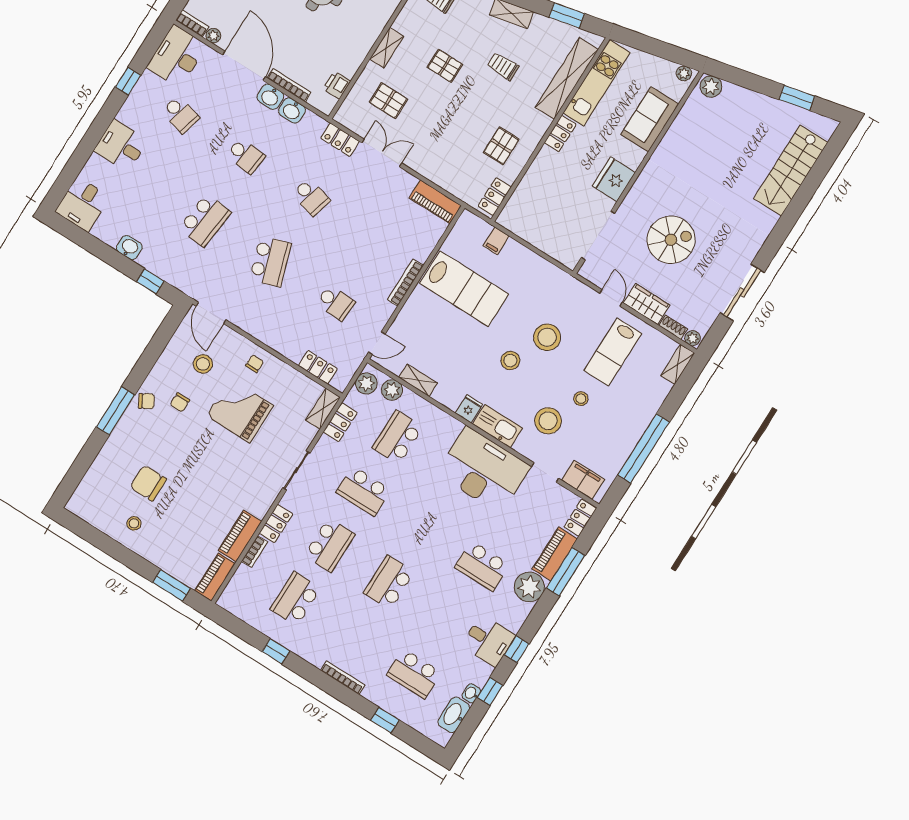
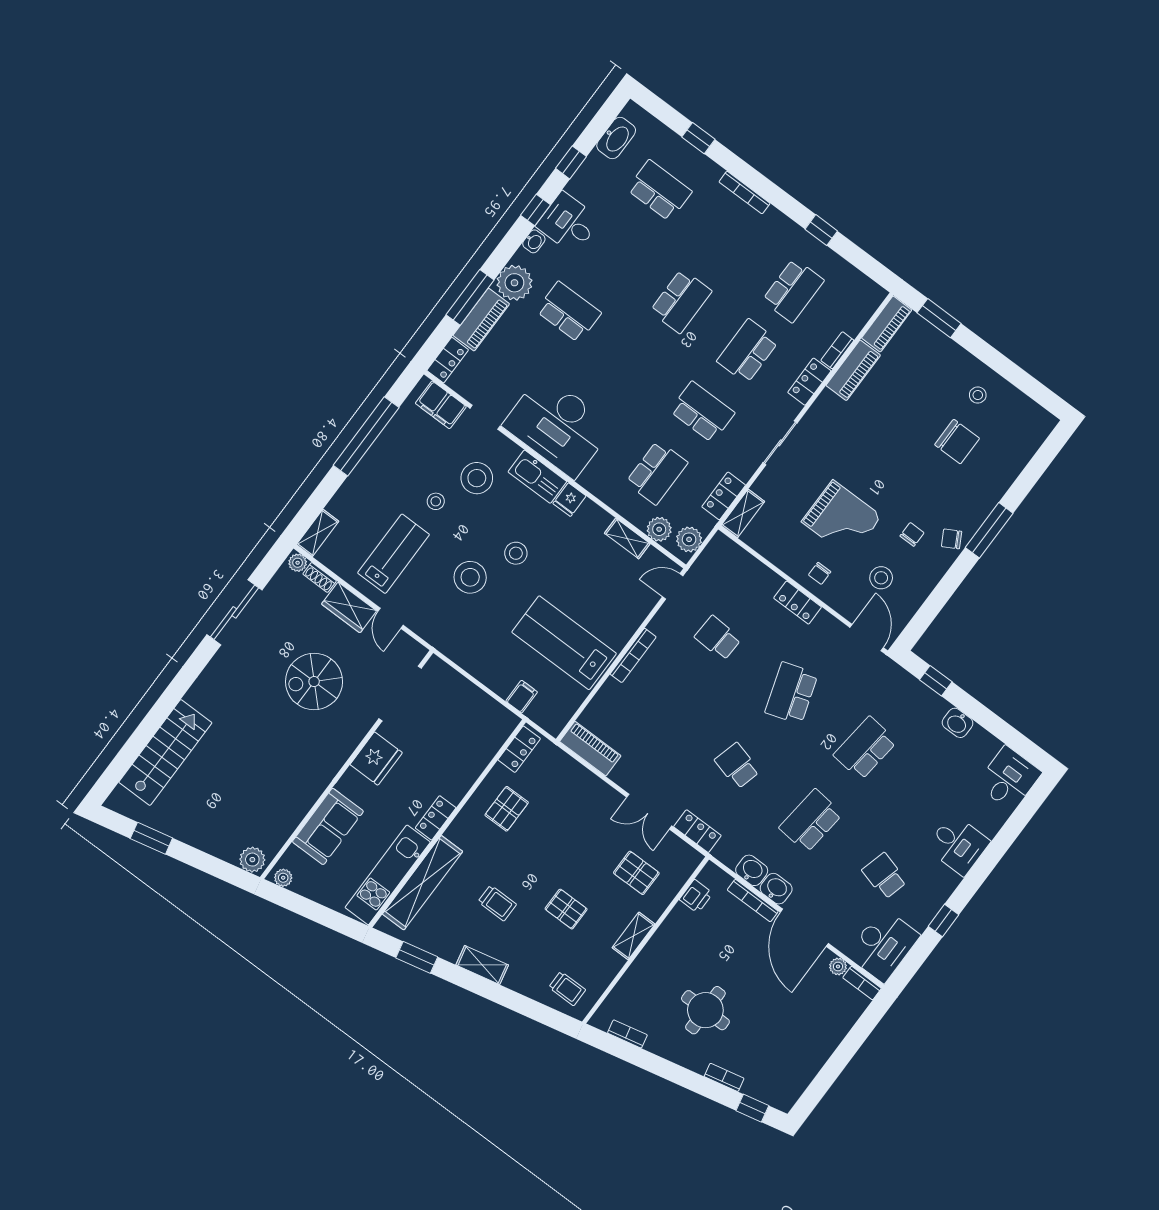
school desk: (246, 156) -> (811, 821), width x1.85
locker: (318, 367) -> (798, 603), moved
washbasin: (471, 693) -> (534, 241), moved

